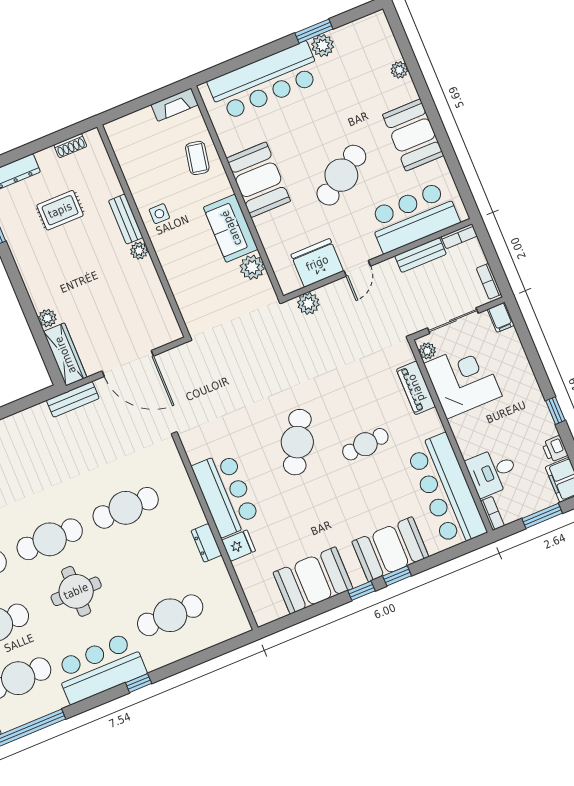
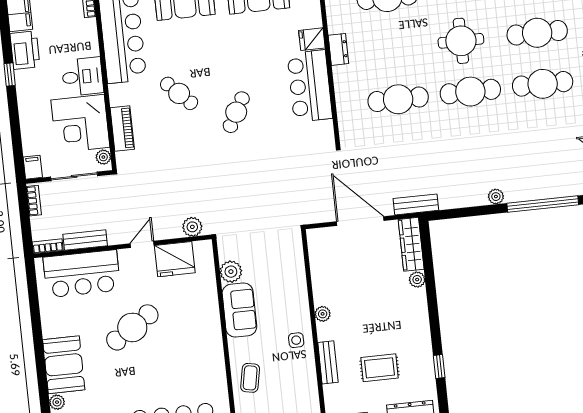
booth: (413, 135) -> (64, 365), moved
booth: (258, 180) -> (204, 344), removed
bench: (126, 219) -> (328, 362), moved
cafe table: (297, 442) -> (236, 112), width x0.73, depth x0.74
cafe table: (365, 444) -> (179, 93), turned 50
printer: (555, 449) -> (25, 50), width x1.87, depth x1.48
desk: (492, 472) -> (82, 77), moved

